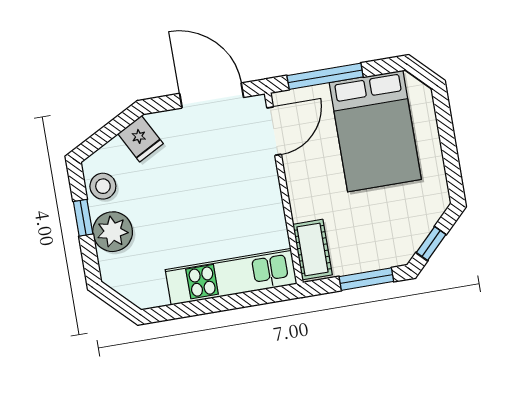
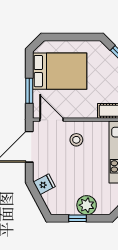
window: (325, 76) -> (29, 91), width x0.69
stool: (103, 186) -> (76, 140), moved

